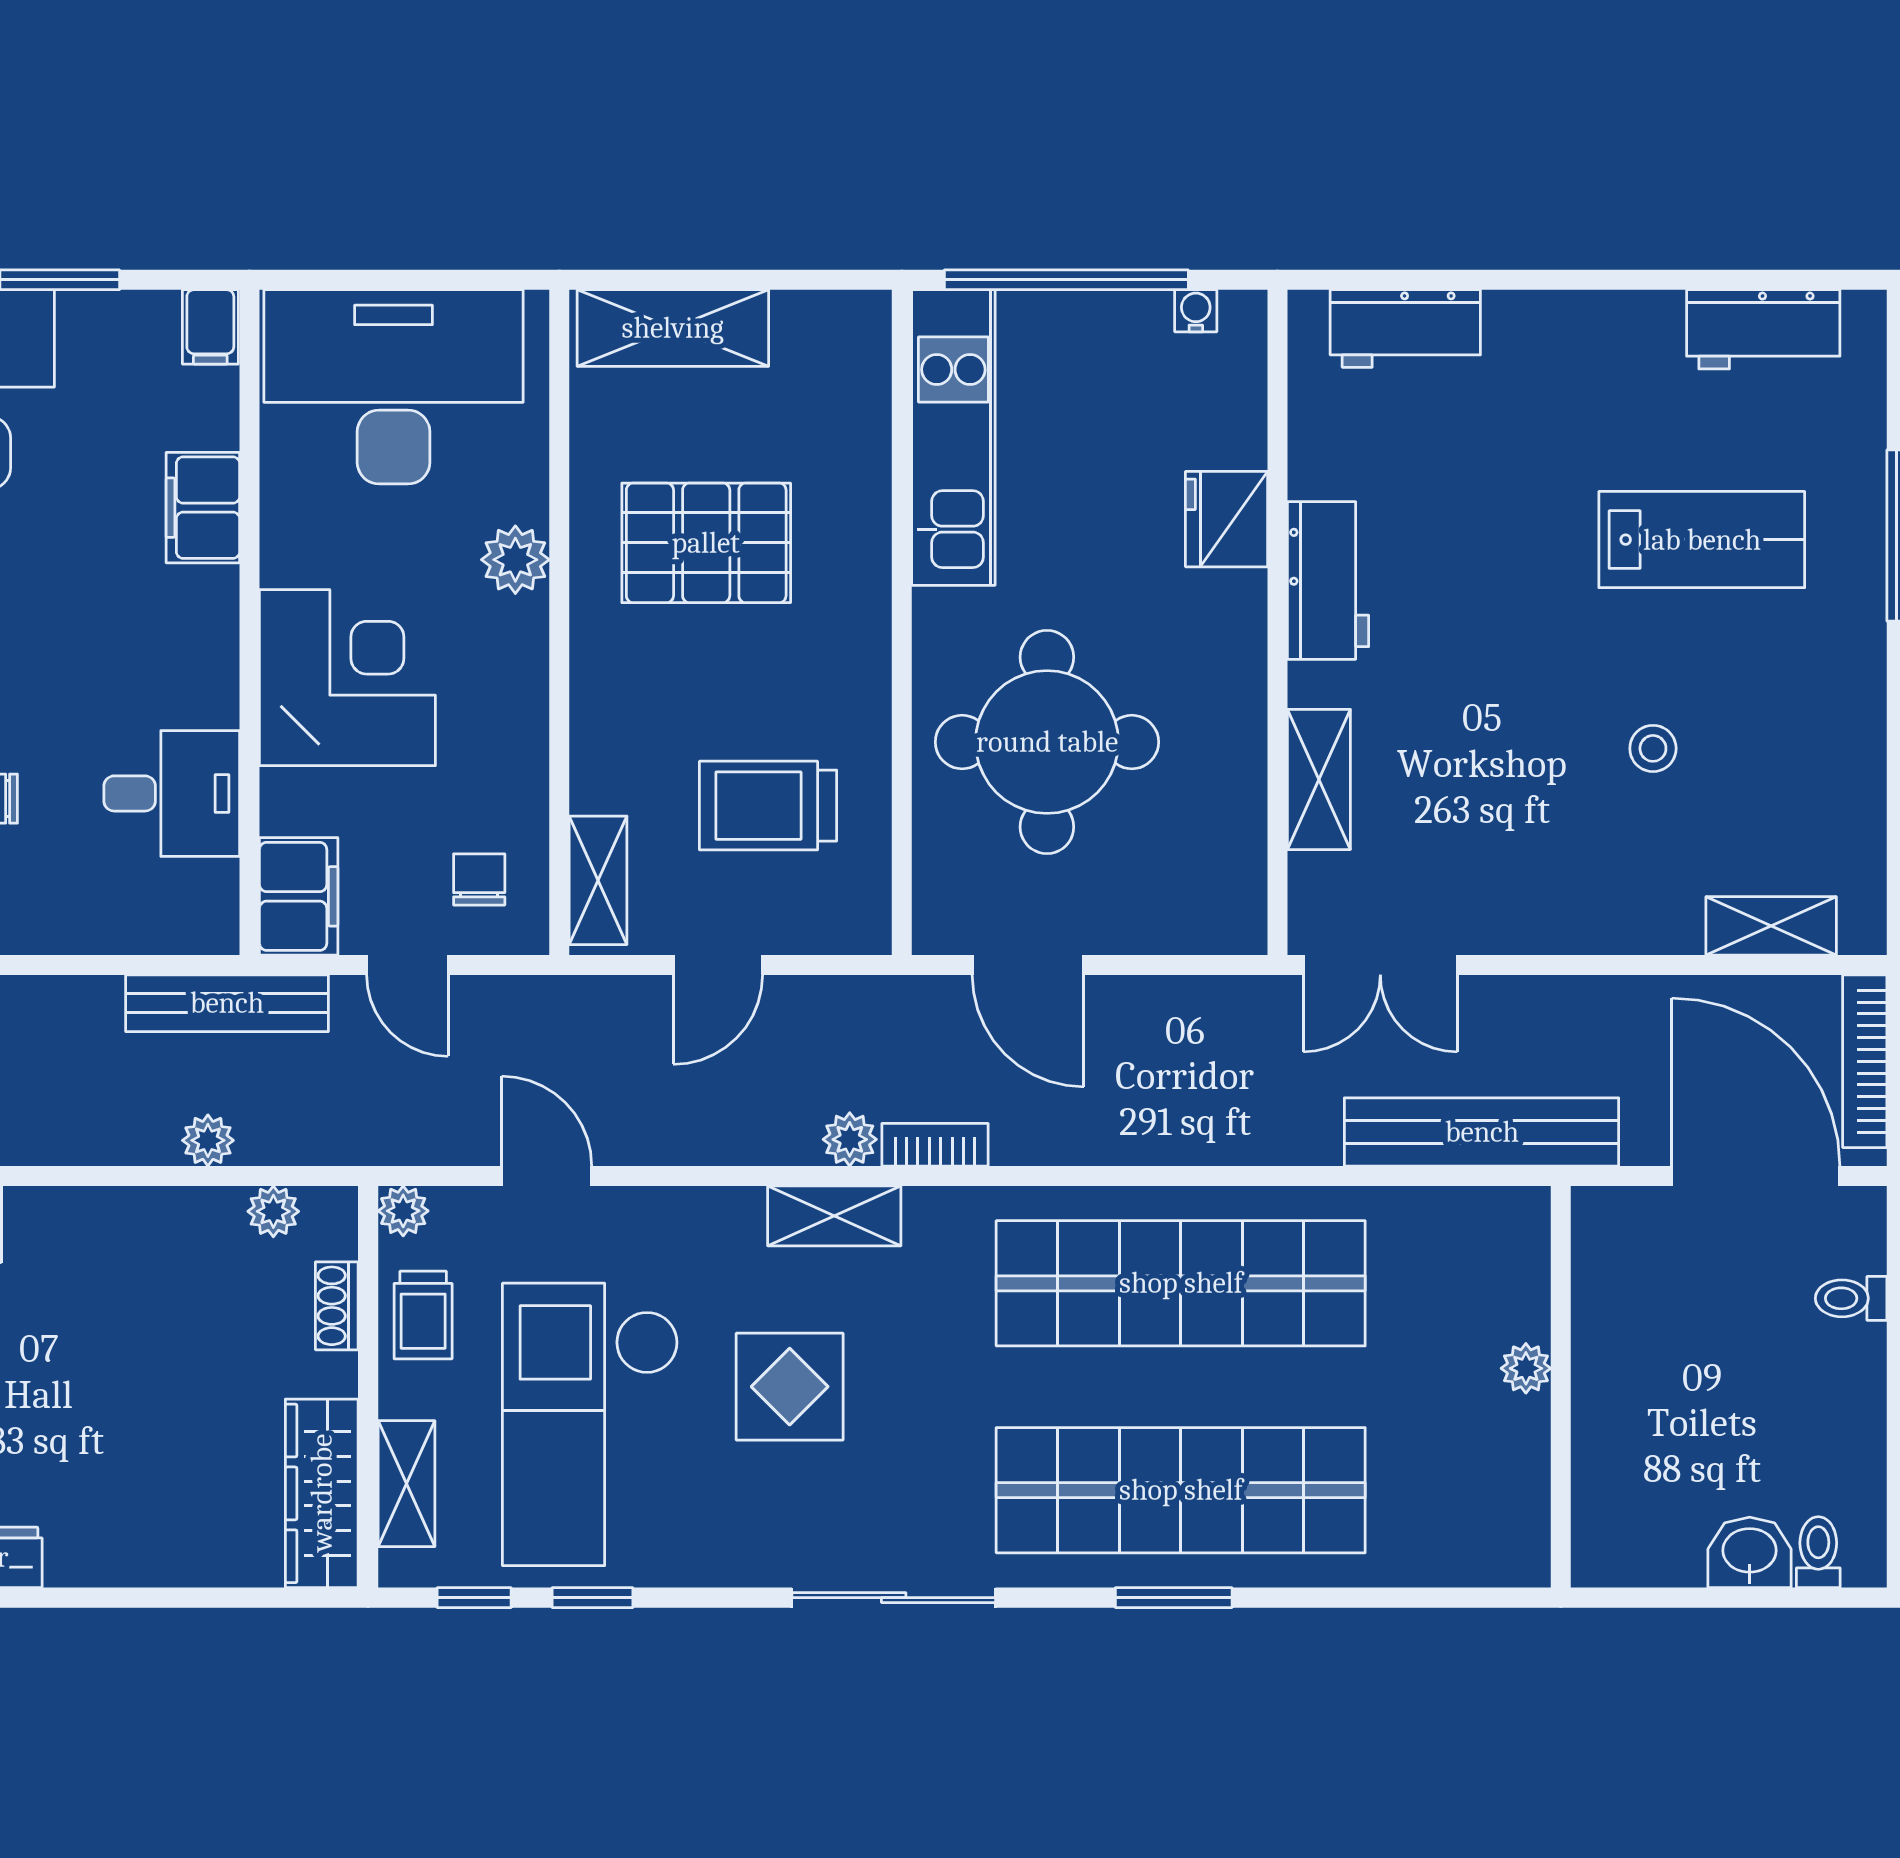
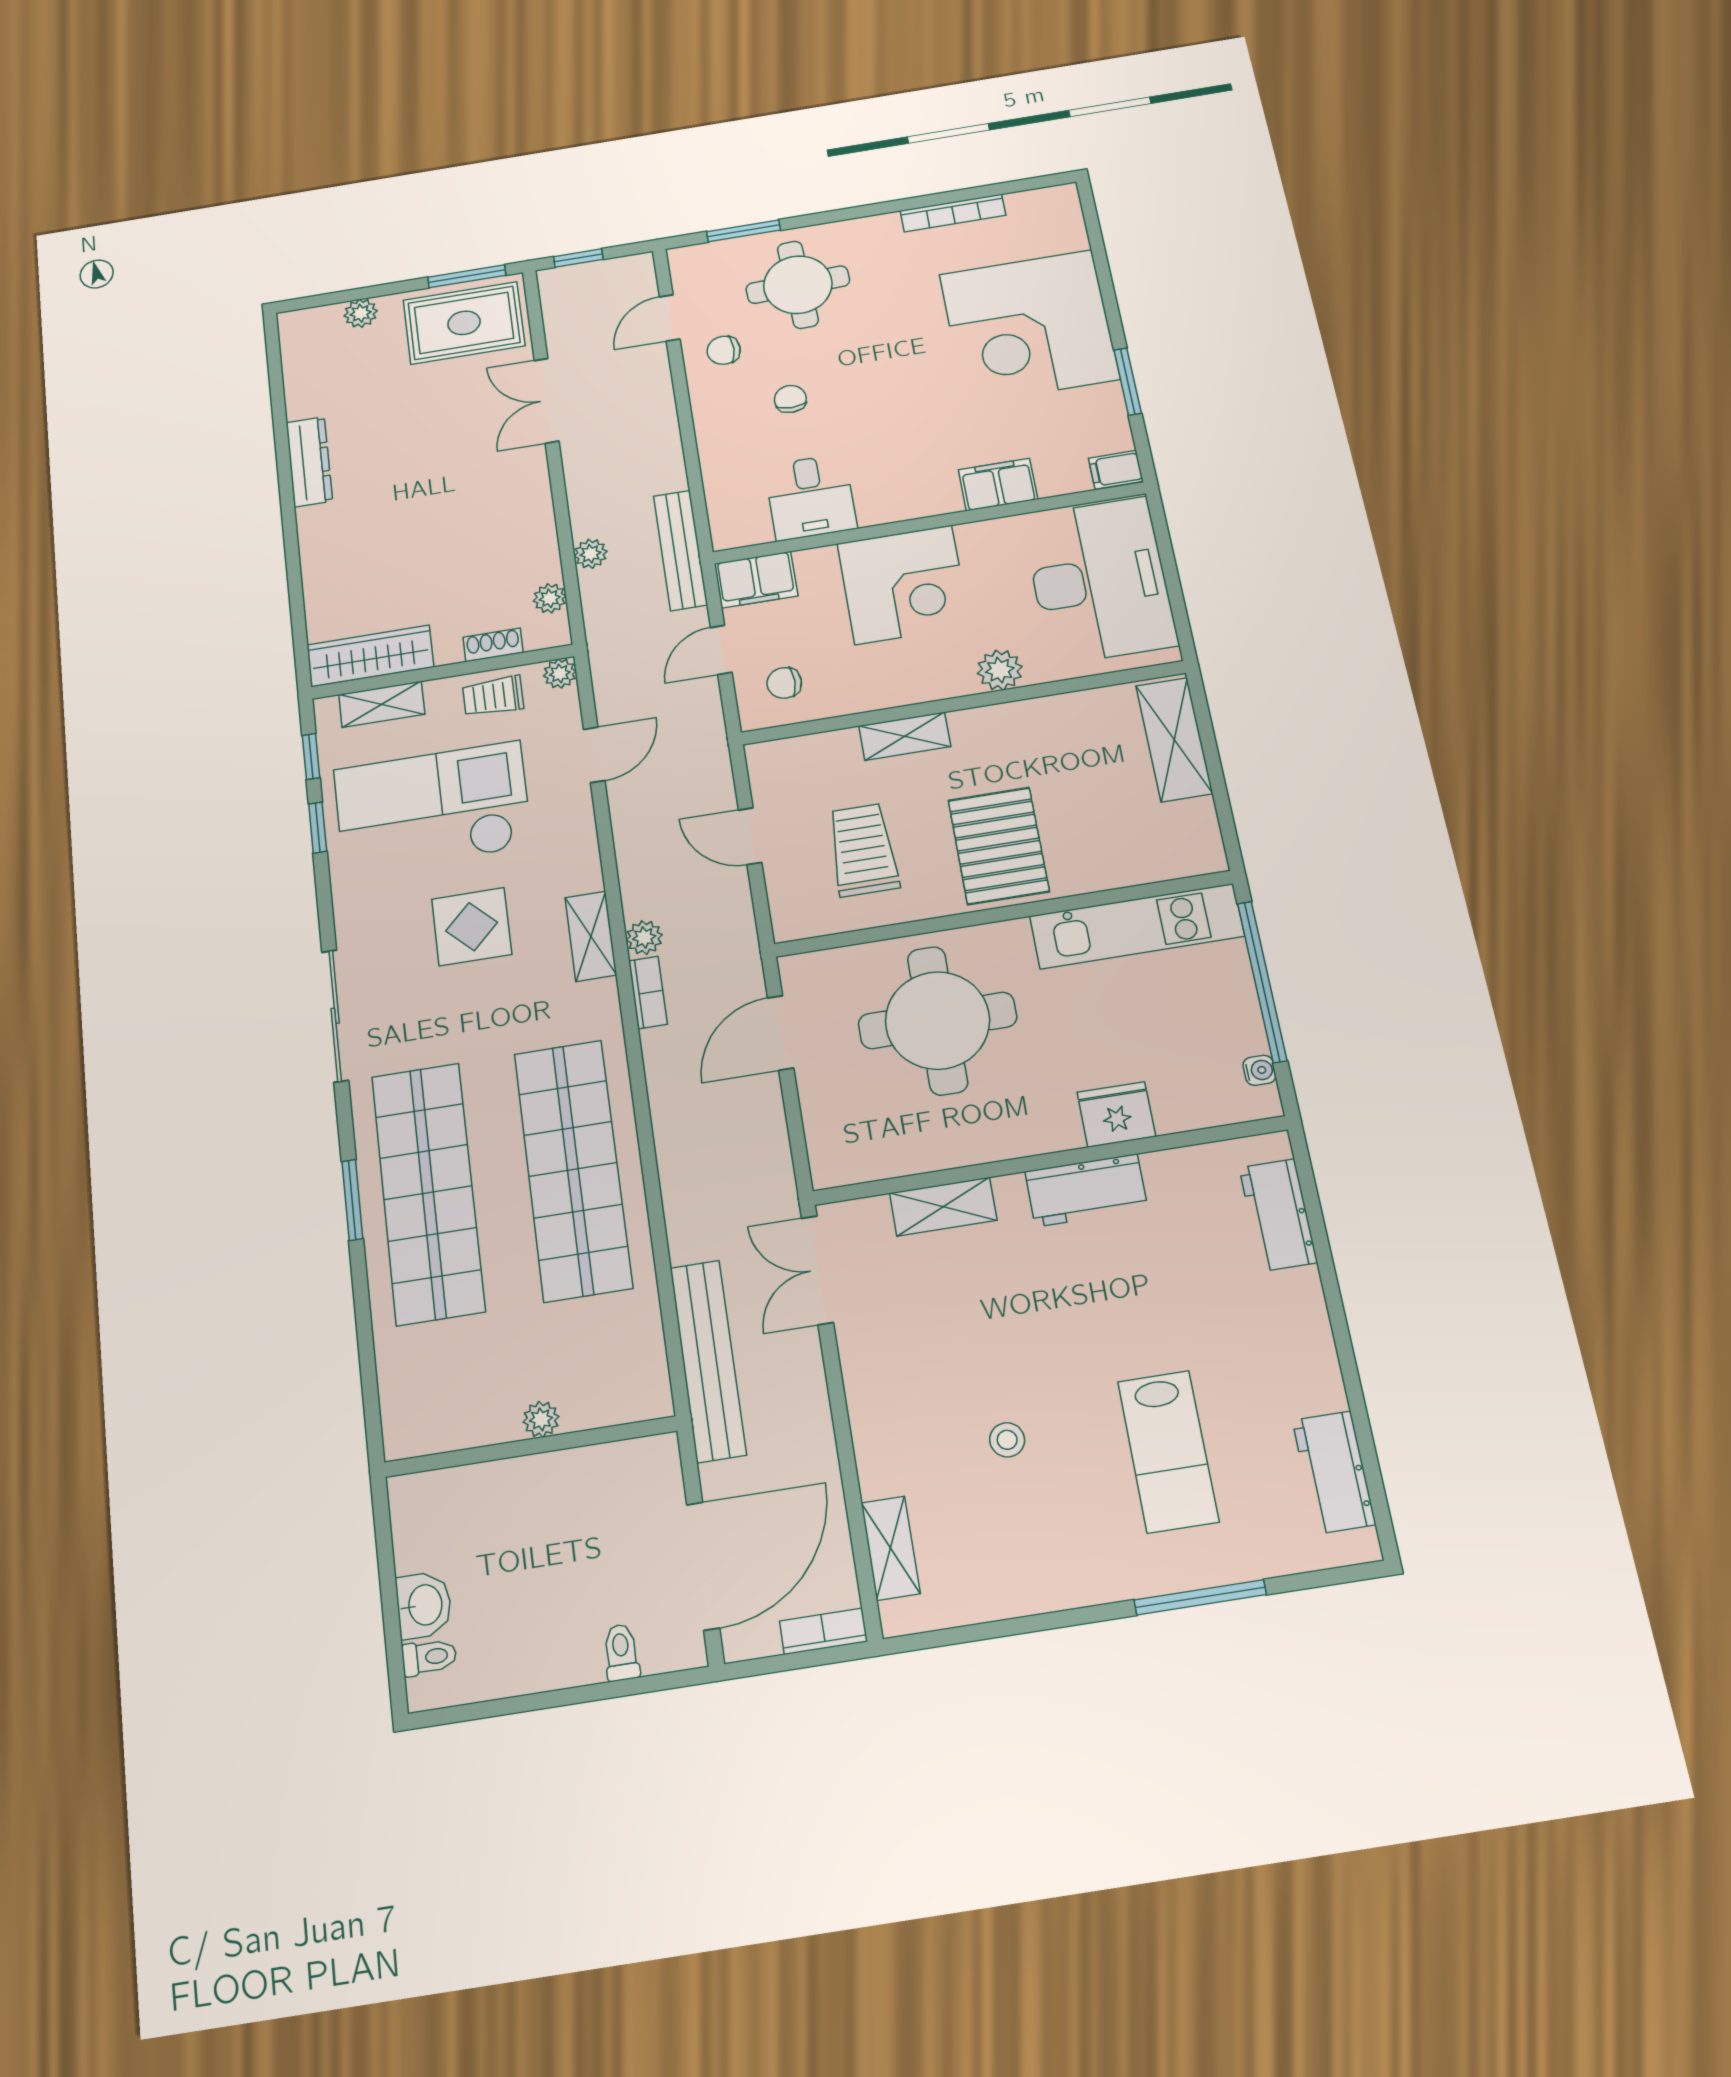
pallet: (706, 543) -> (999, 846), moved
chair: (479, 879) -> (784, 683), turned 180
shelving: (598, 880) -> (905, 736), moved
bookcase: (1865, 1061) -> (823, 1631), width x0.64

